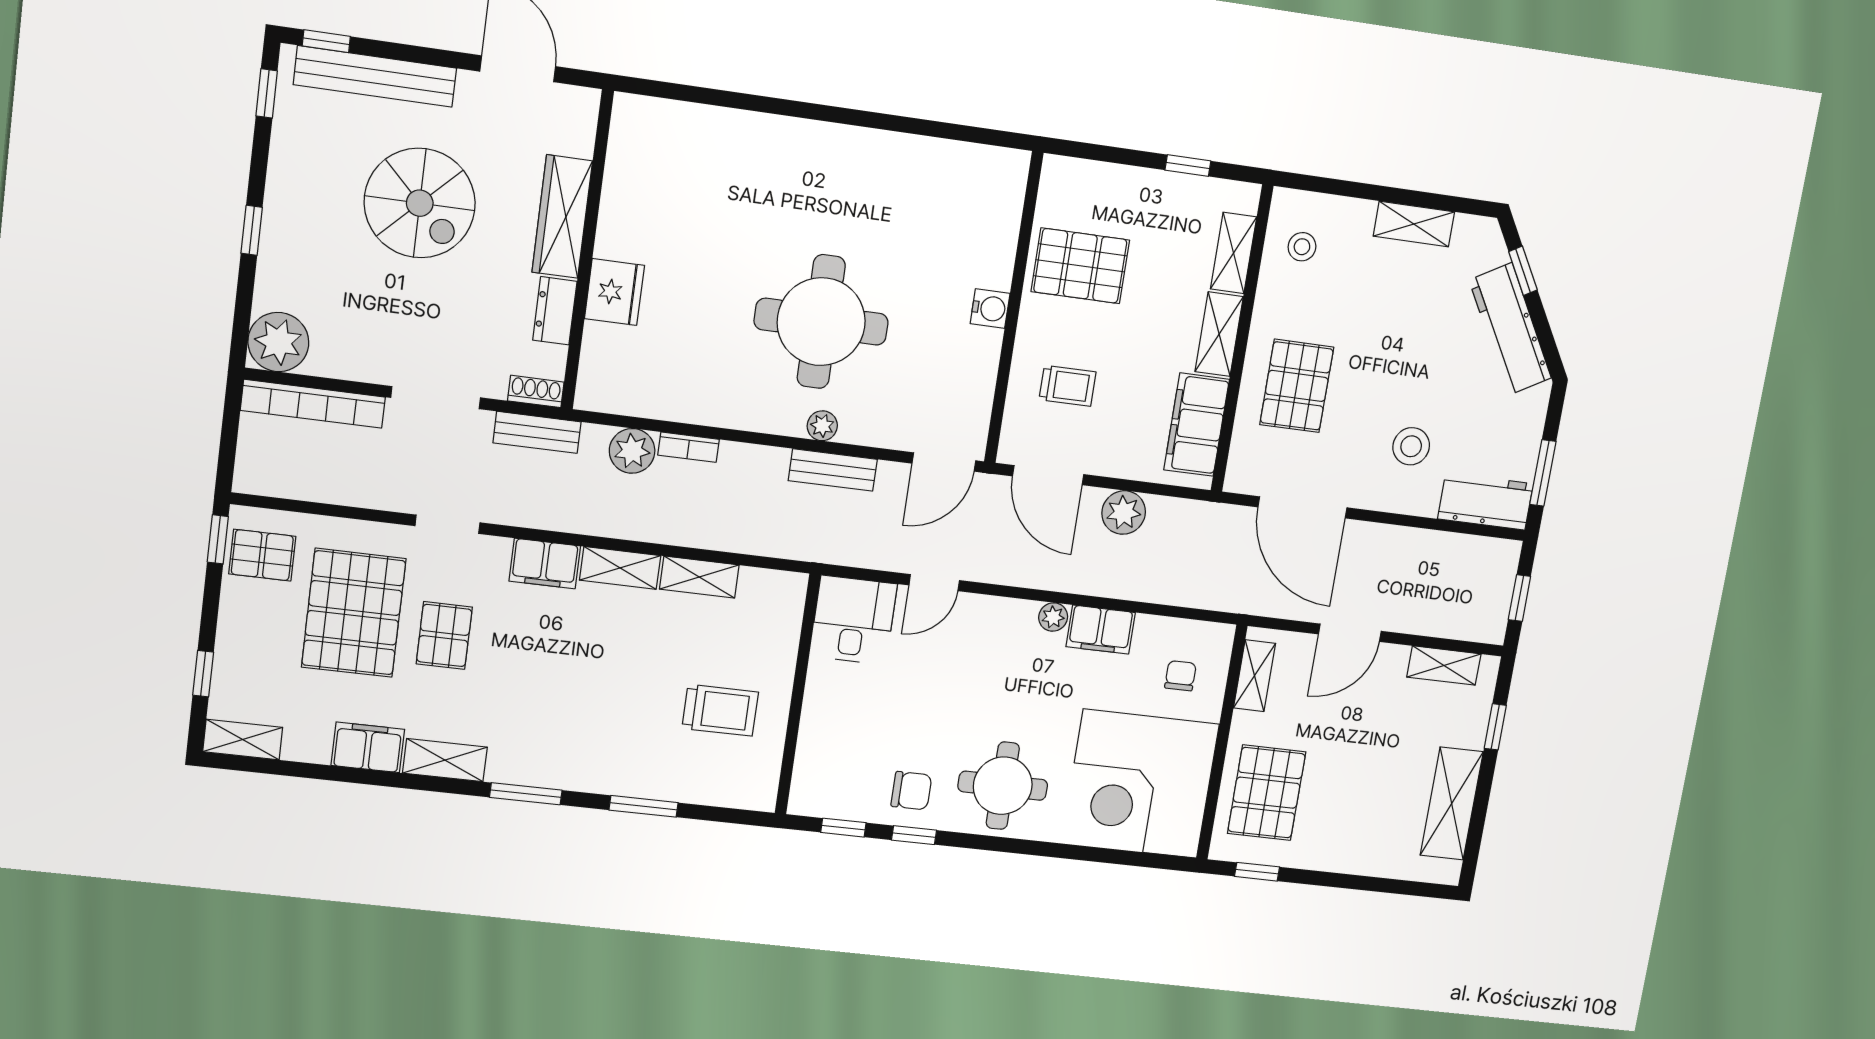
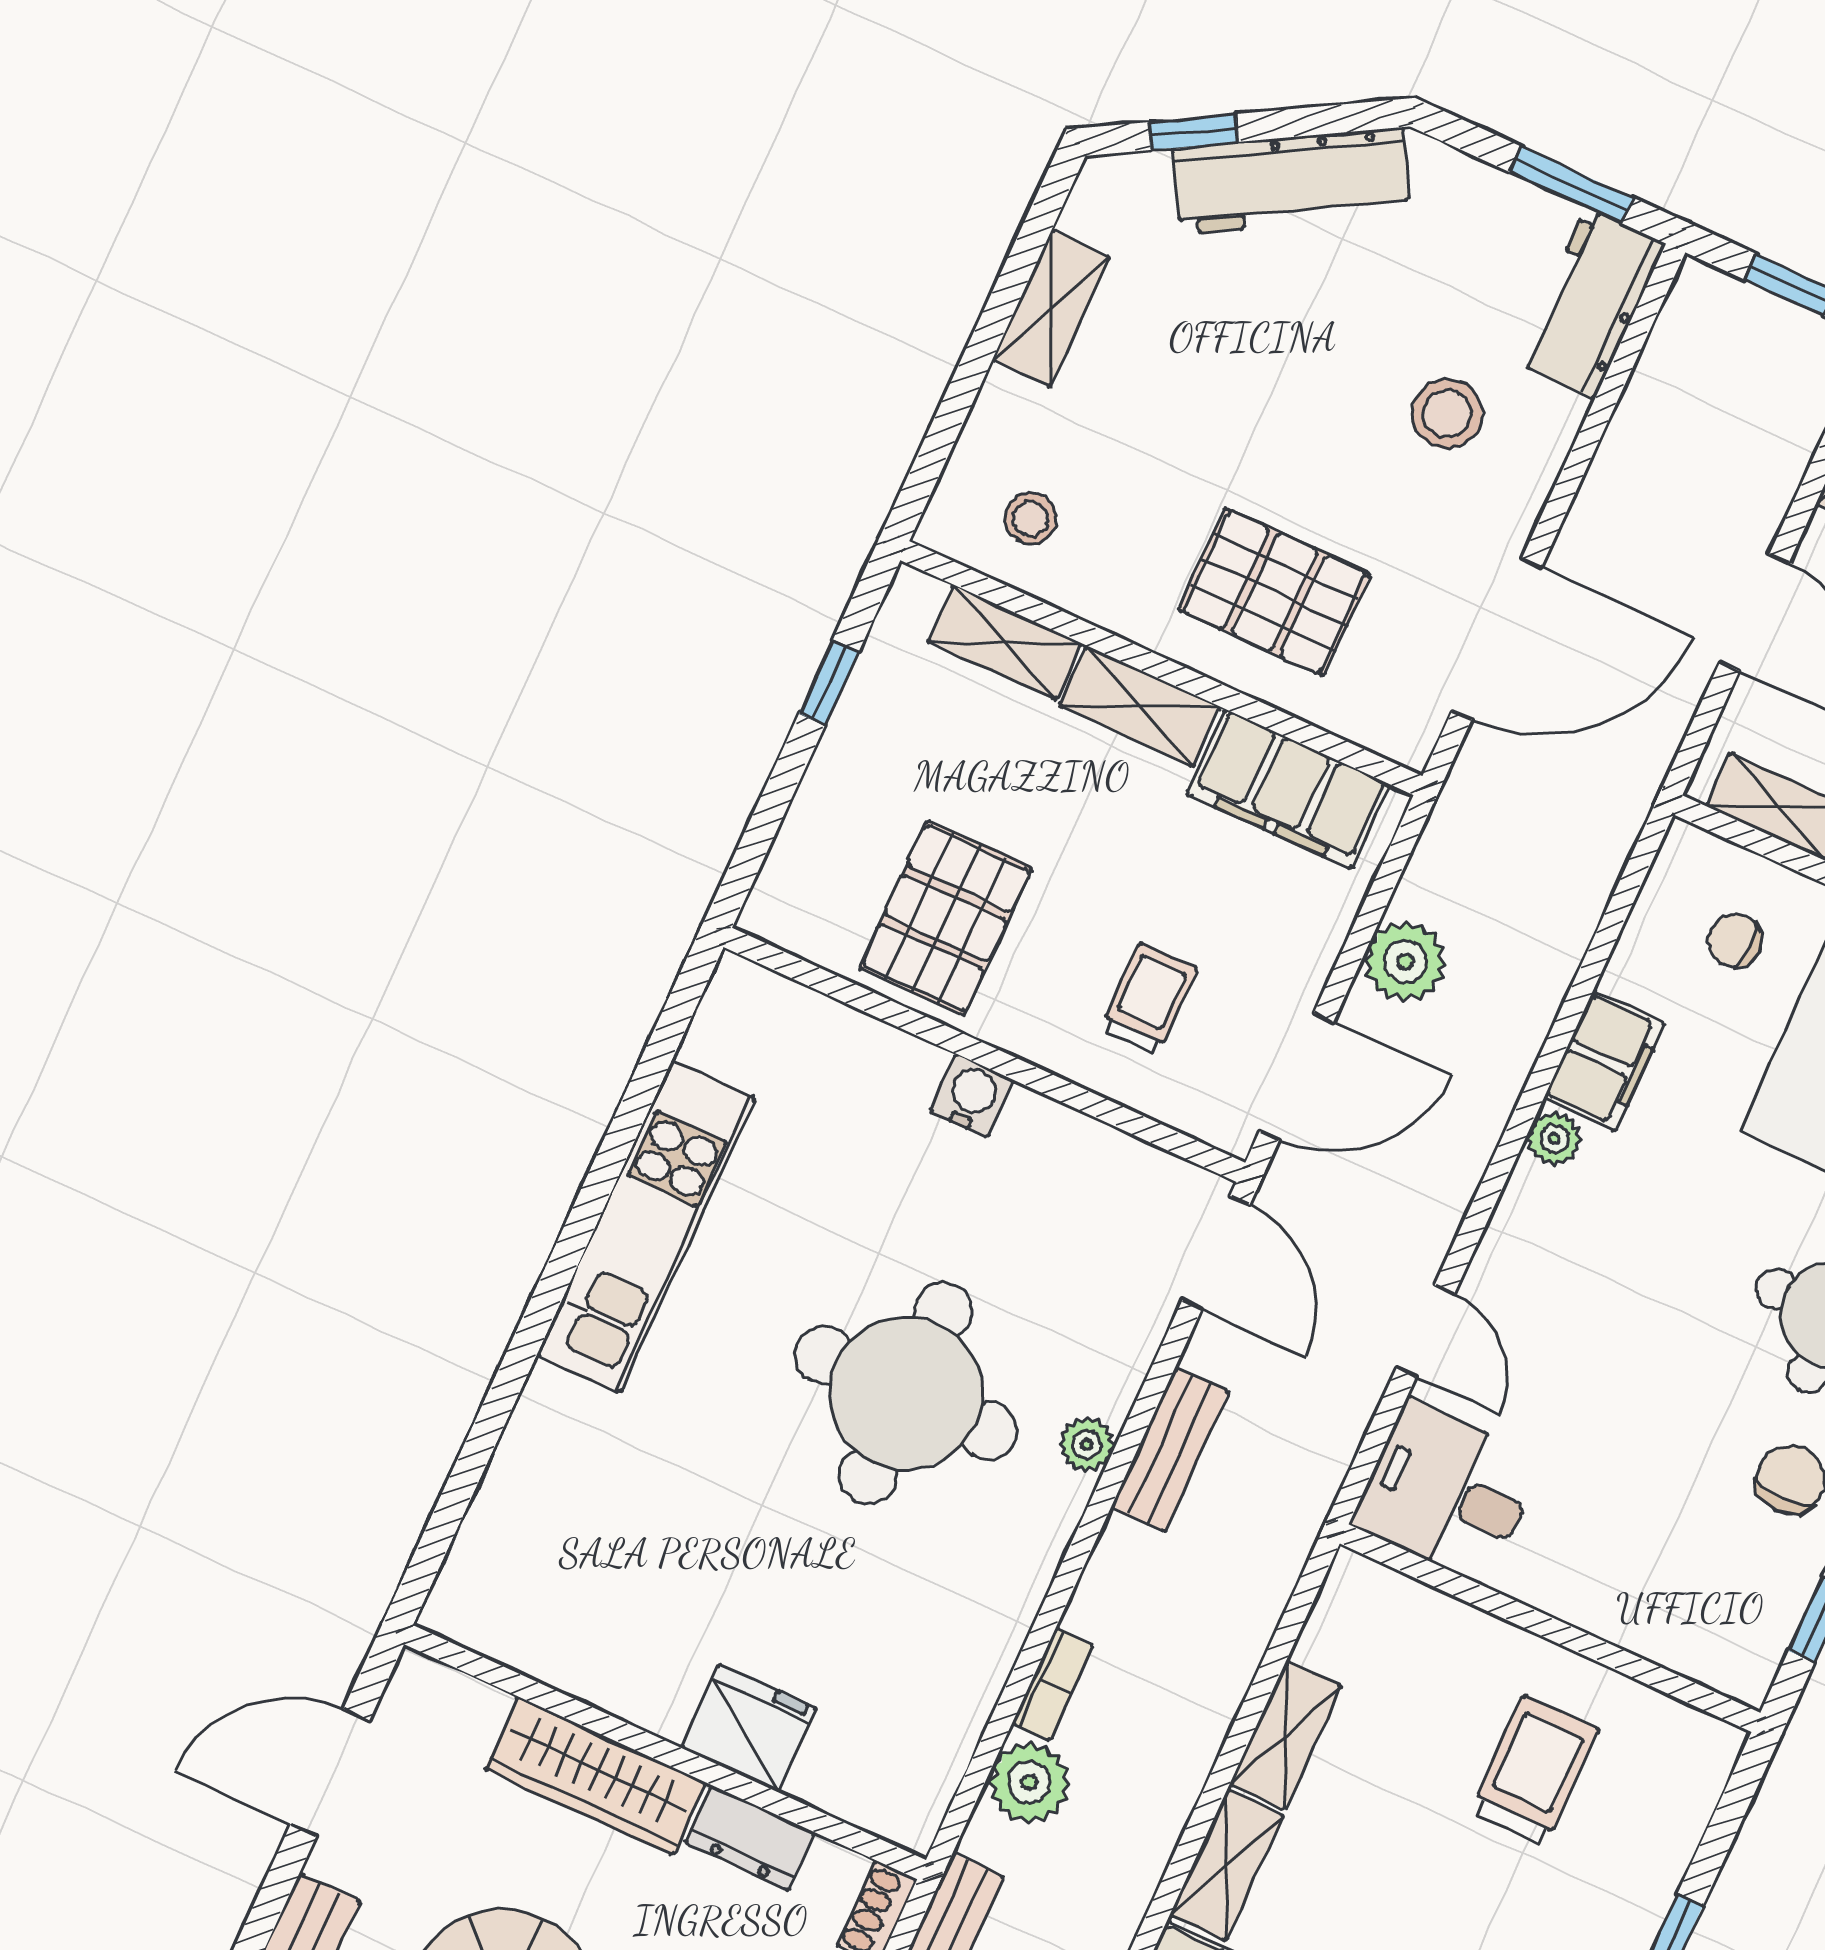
kitchen unit: (870, 154) -> (646, 1226), added

